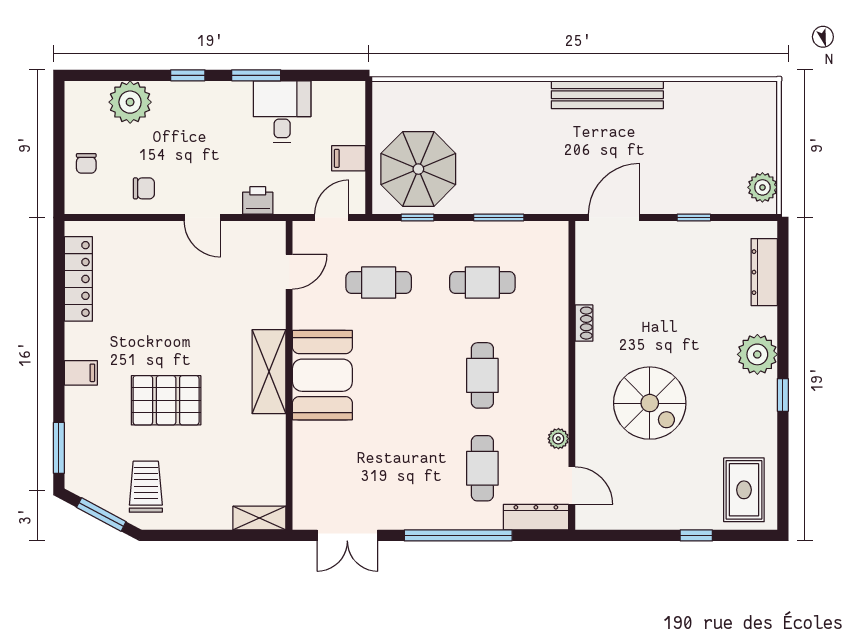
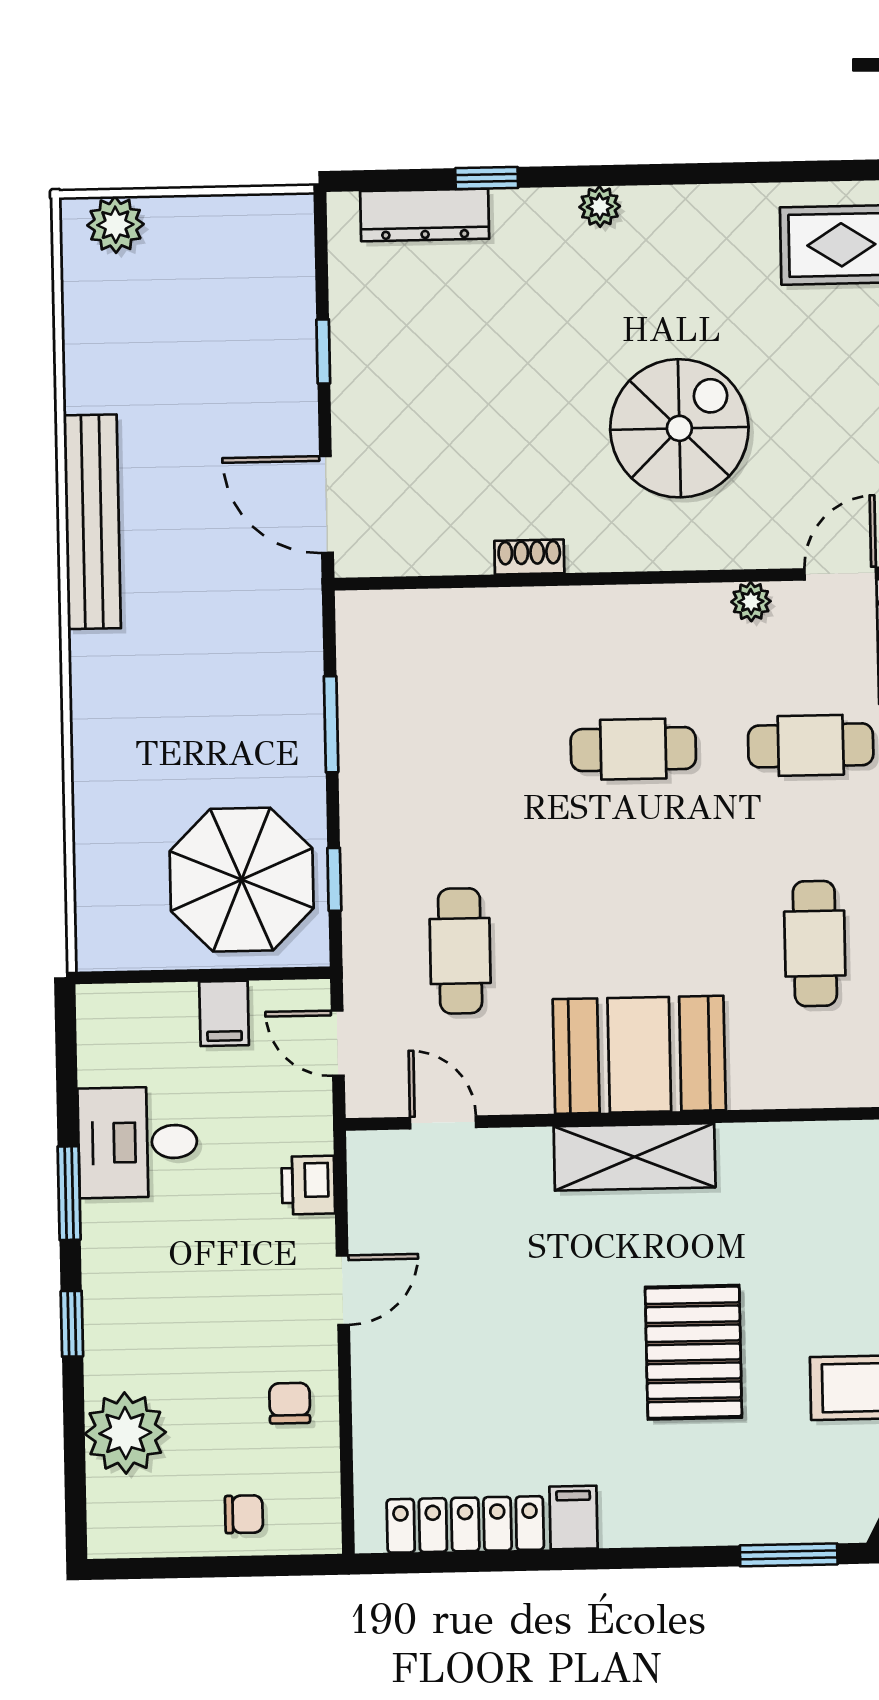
plant: (762, 187) -> (115, 225), moved
cafe table: (482, 283) -> (815, 944), moved
plant: (757, 354) -> (600, 207), width x0.53, depth x0.53
filing cabinet: (81, 373) -> (574, 1518), moved
window: (783, 395) -> (487, 178), moved

